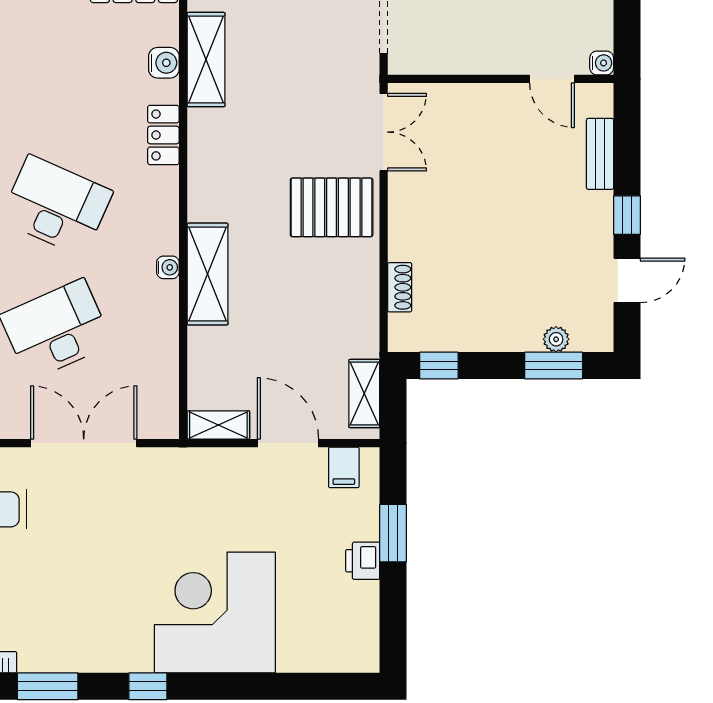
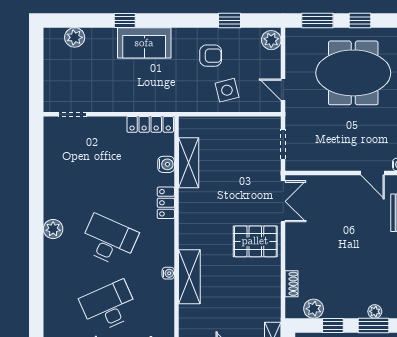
plant: (441, 334) -> (314, 309), added
window: (439, 366) -> (333, 325), moved

